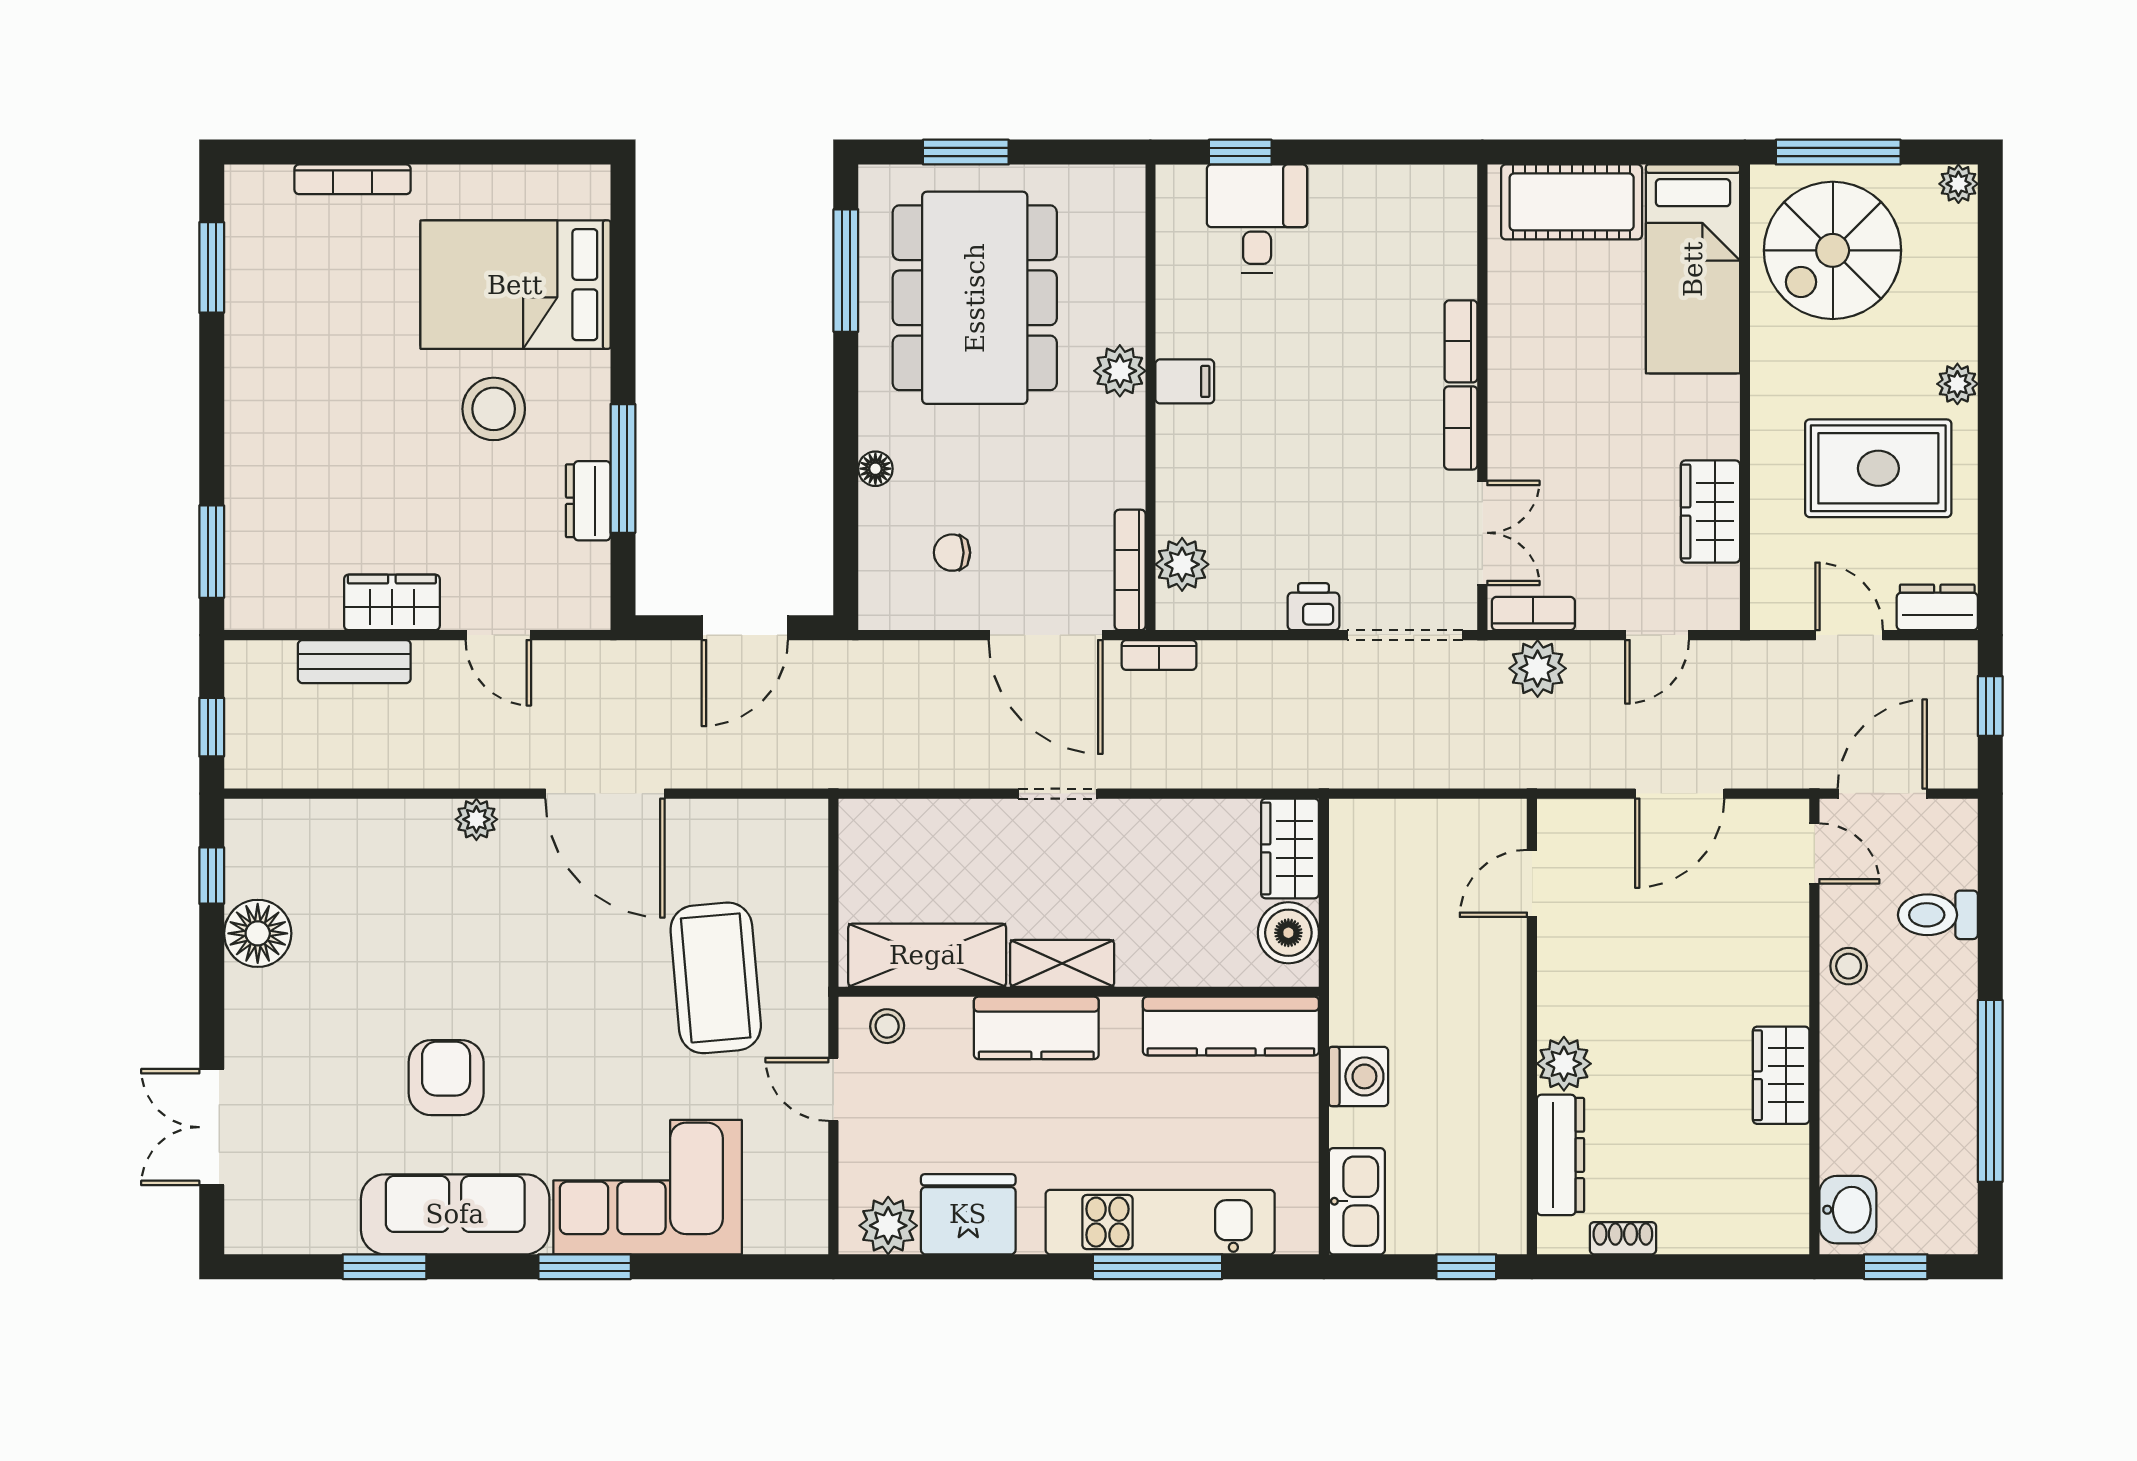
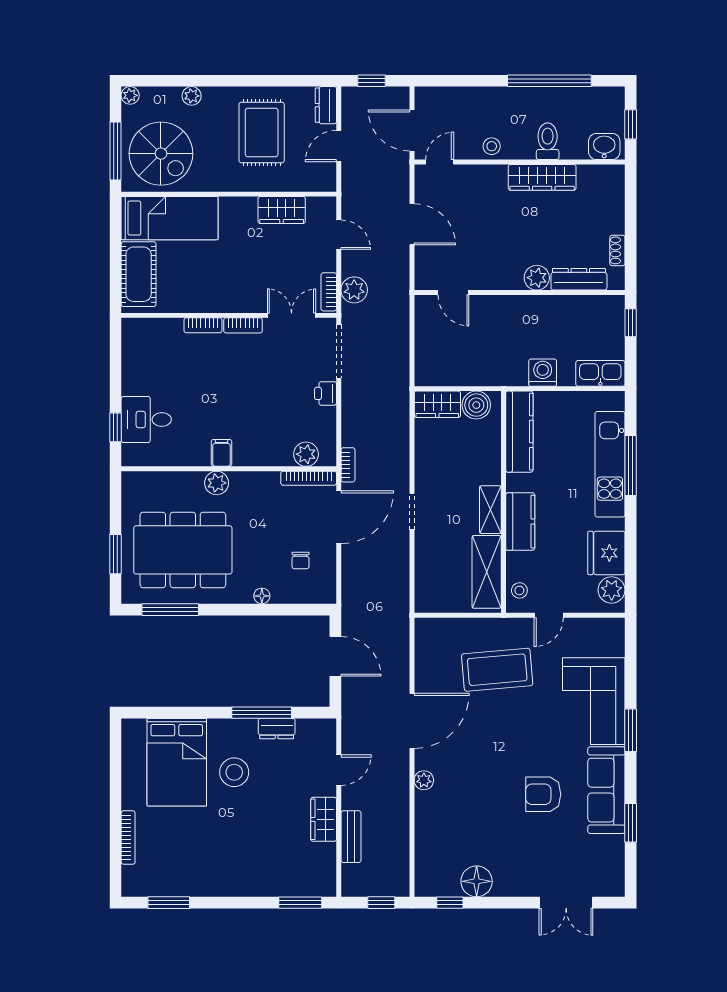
plant: (1957, 384) -> (192, 96), moved
toilet: (1938, 915) -> (548, 141), moved, turned 180
wardrobe: (1781, 1075) -> (542, 177), width x1.50

